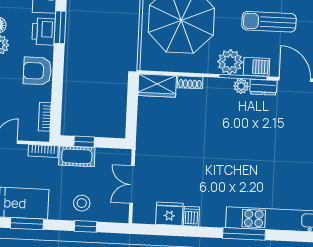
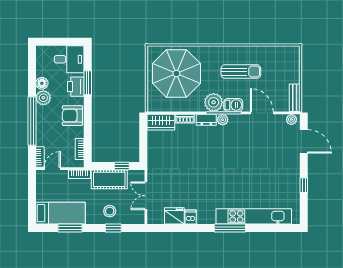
sun lounger: (269, 22) -> (241, 72), turned 180
dresser: (263, 87) -> (206, 120), moved
window: (84, 142) -> (122, 166), moved
cot: (77, 156) -> (109, 179), width x1.37, depth x1.34

